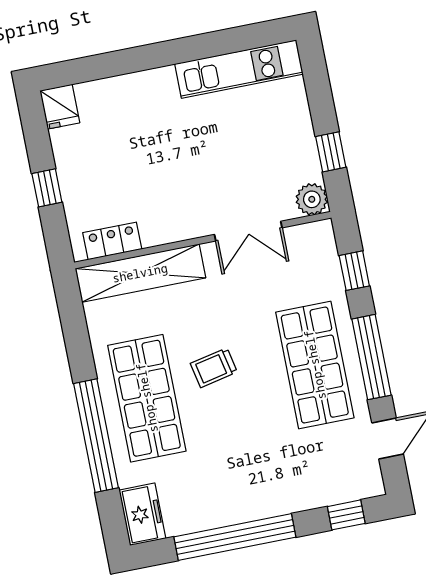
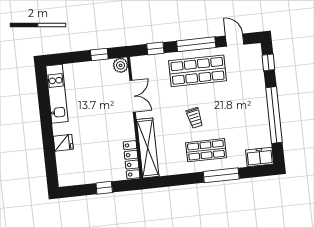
fridge: (60, 107) -> (63, 143), moved
locker: (112, 241) -> (132, 160), width x1.53
shop shelf: (147, 398) -> (206, 150), width x0.70, depth x0.74
window: (96, 436) -> (221, 175), width x0.68

